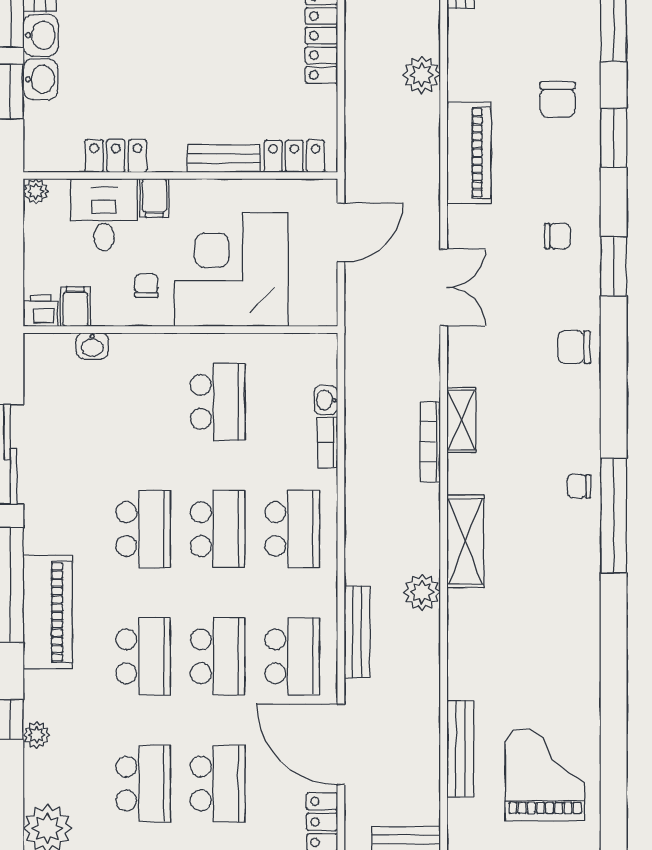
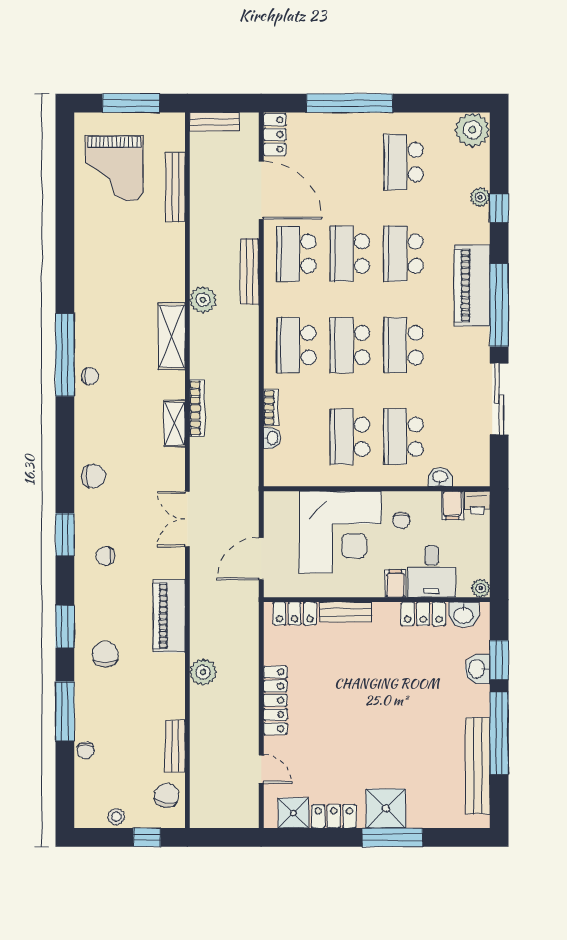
washbasin: (41, 35) -> (464, 615), moved, turned -90
school desk: (218, 784) -> (403, 437), moved

